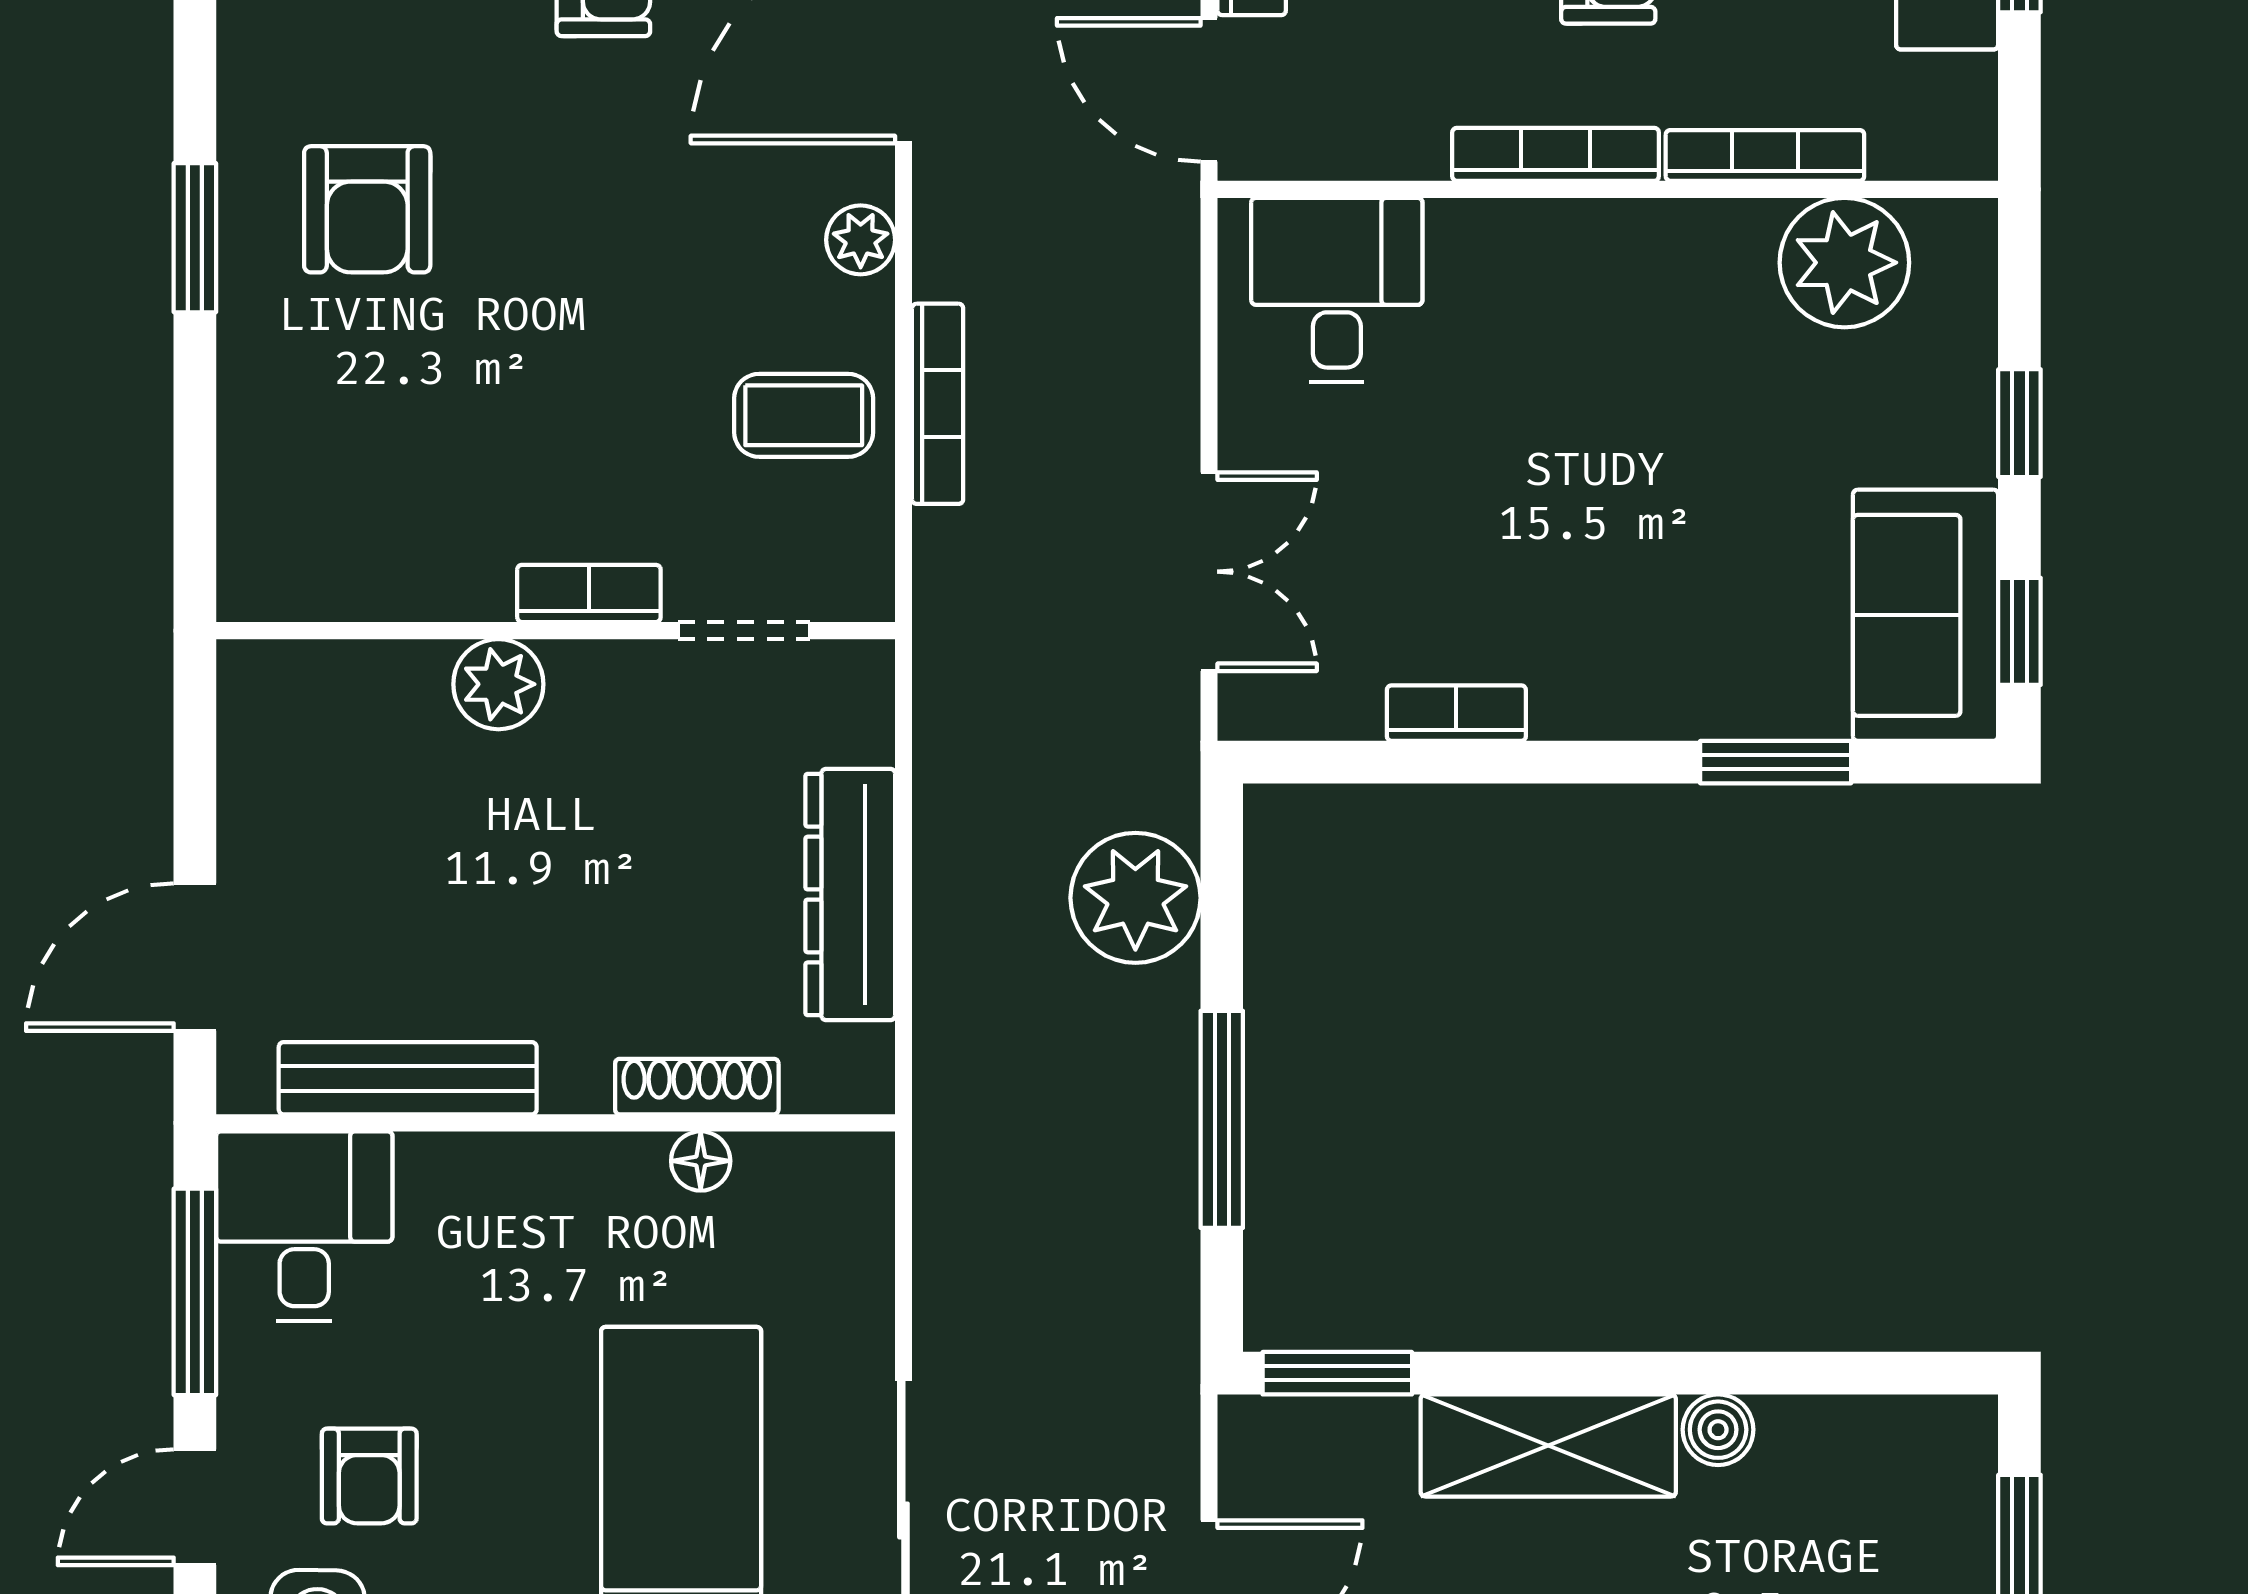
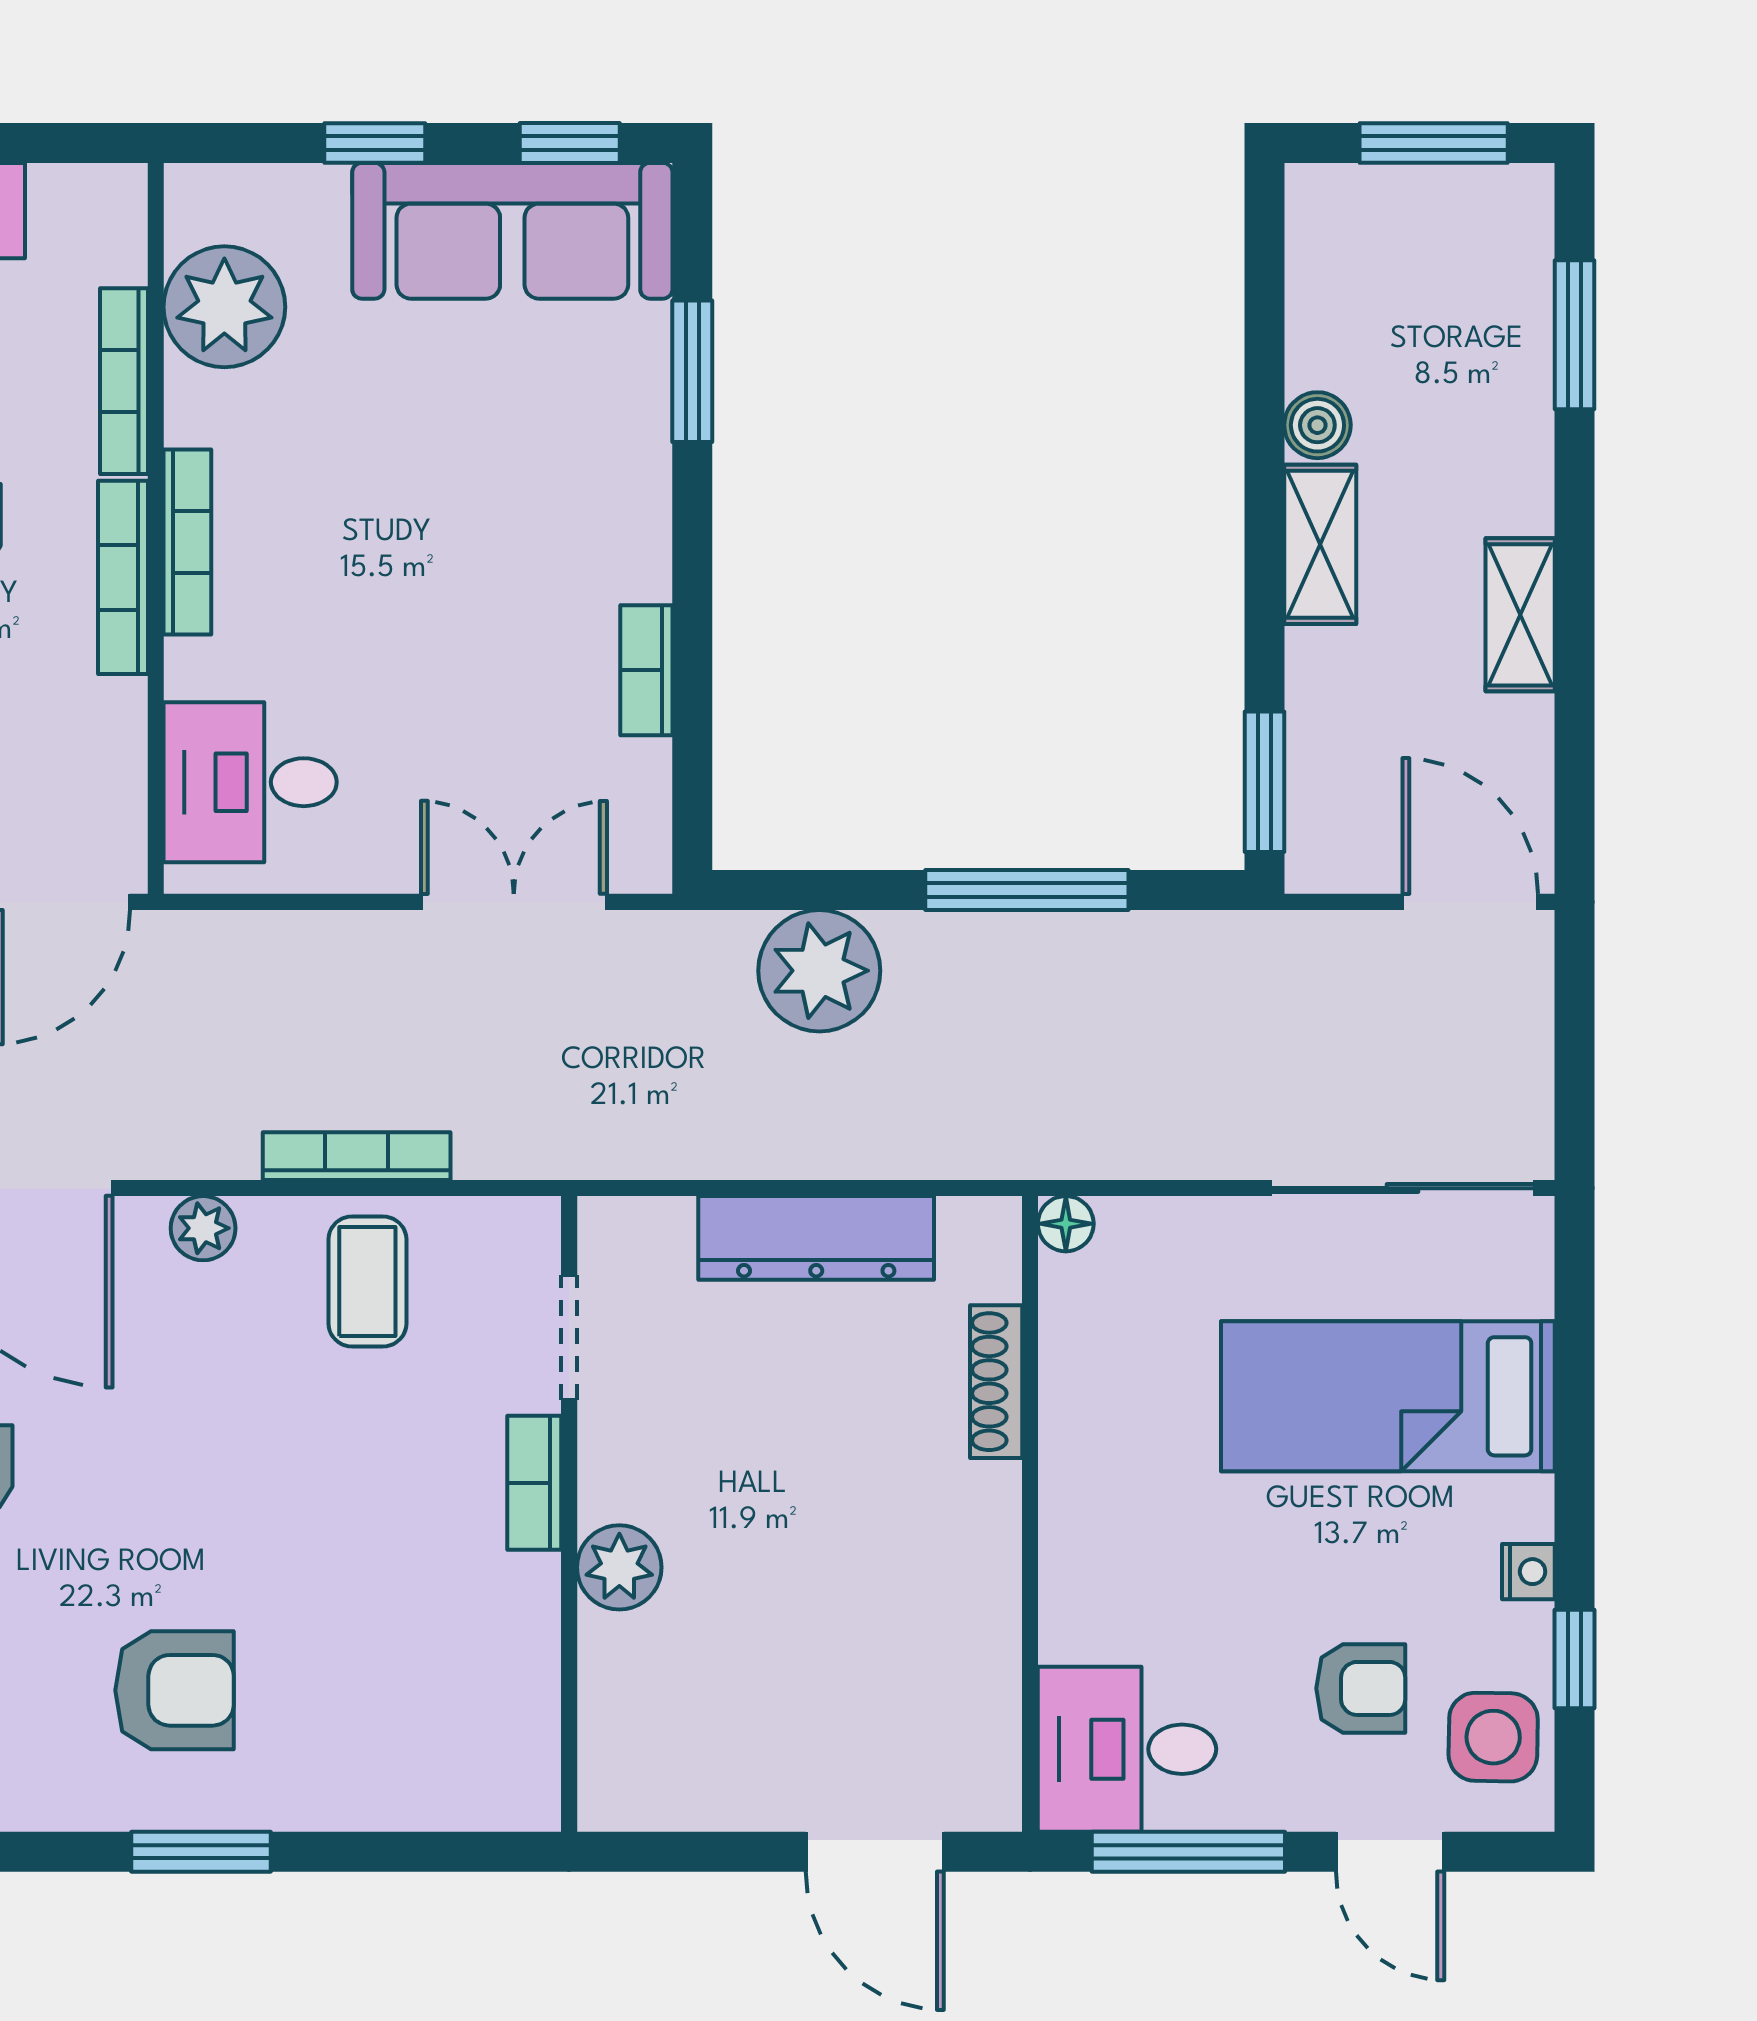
bookcase: (1593, 223) -> (187, 542), added
sofa: (1926, 615) -> (512, 231), width x1.36
bench: (408, 1078) -> (988, 1652), removed
floor lamp: (701, 1161) -> (1066, 1224), moved
shelving: (1548, 1445) -> (1320, 544), width x0.67, depth x0.75

